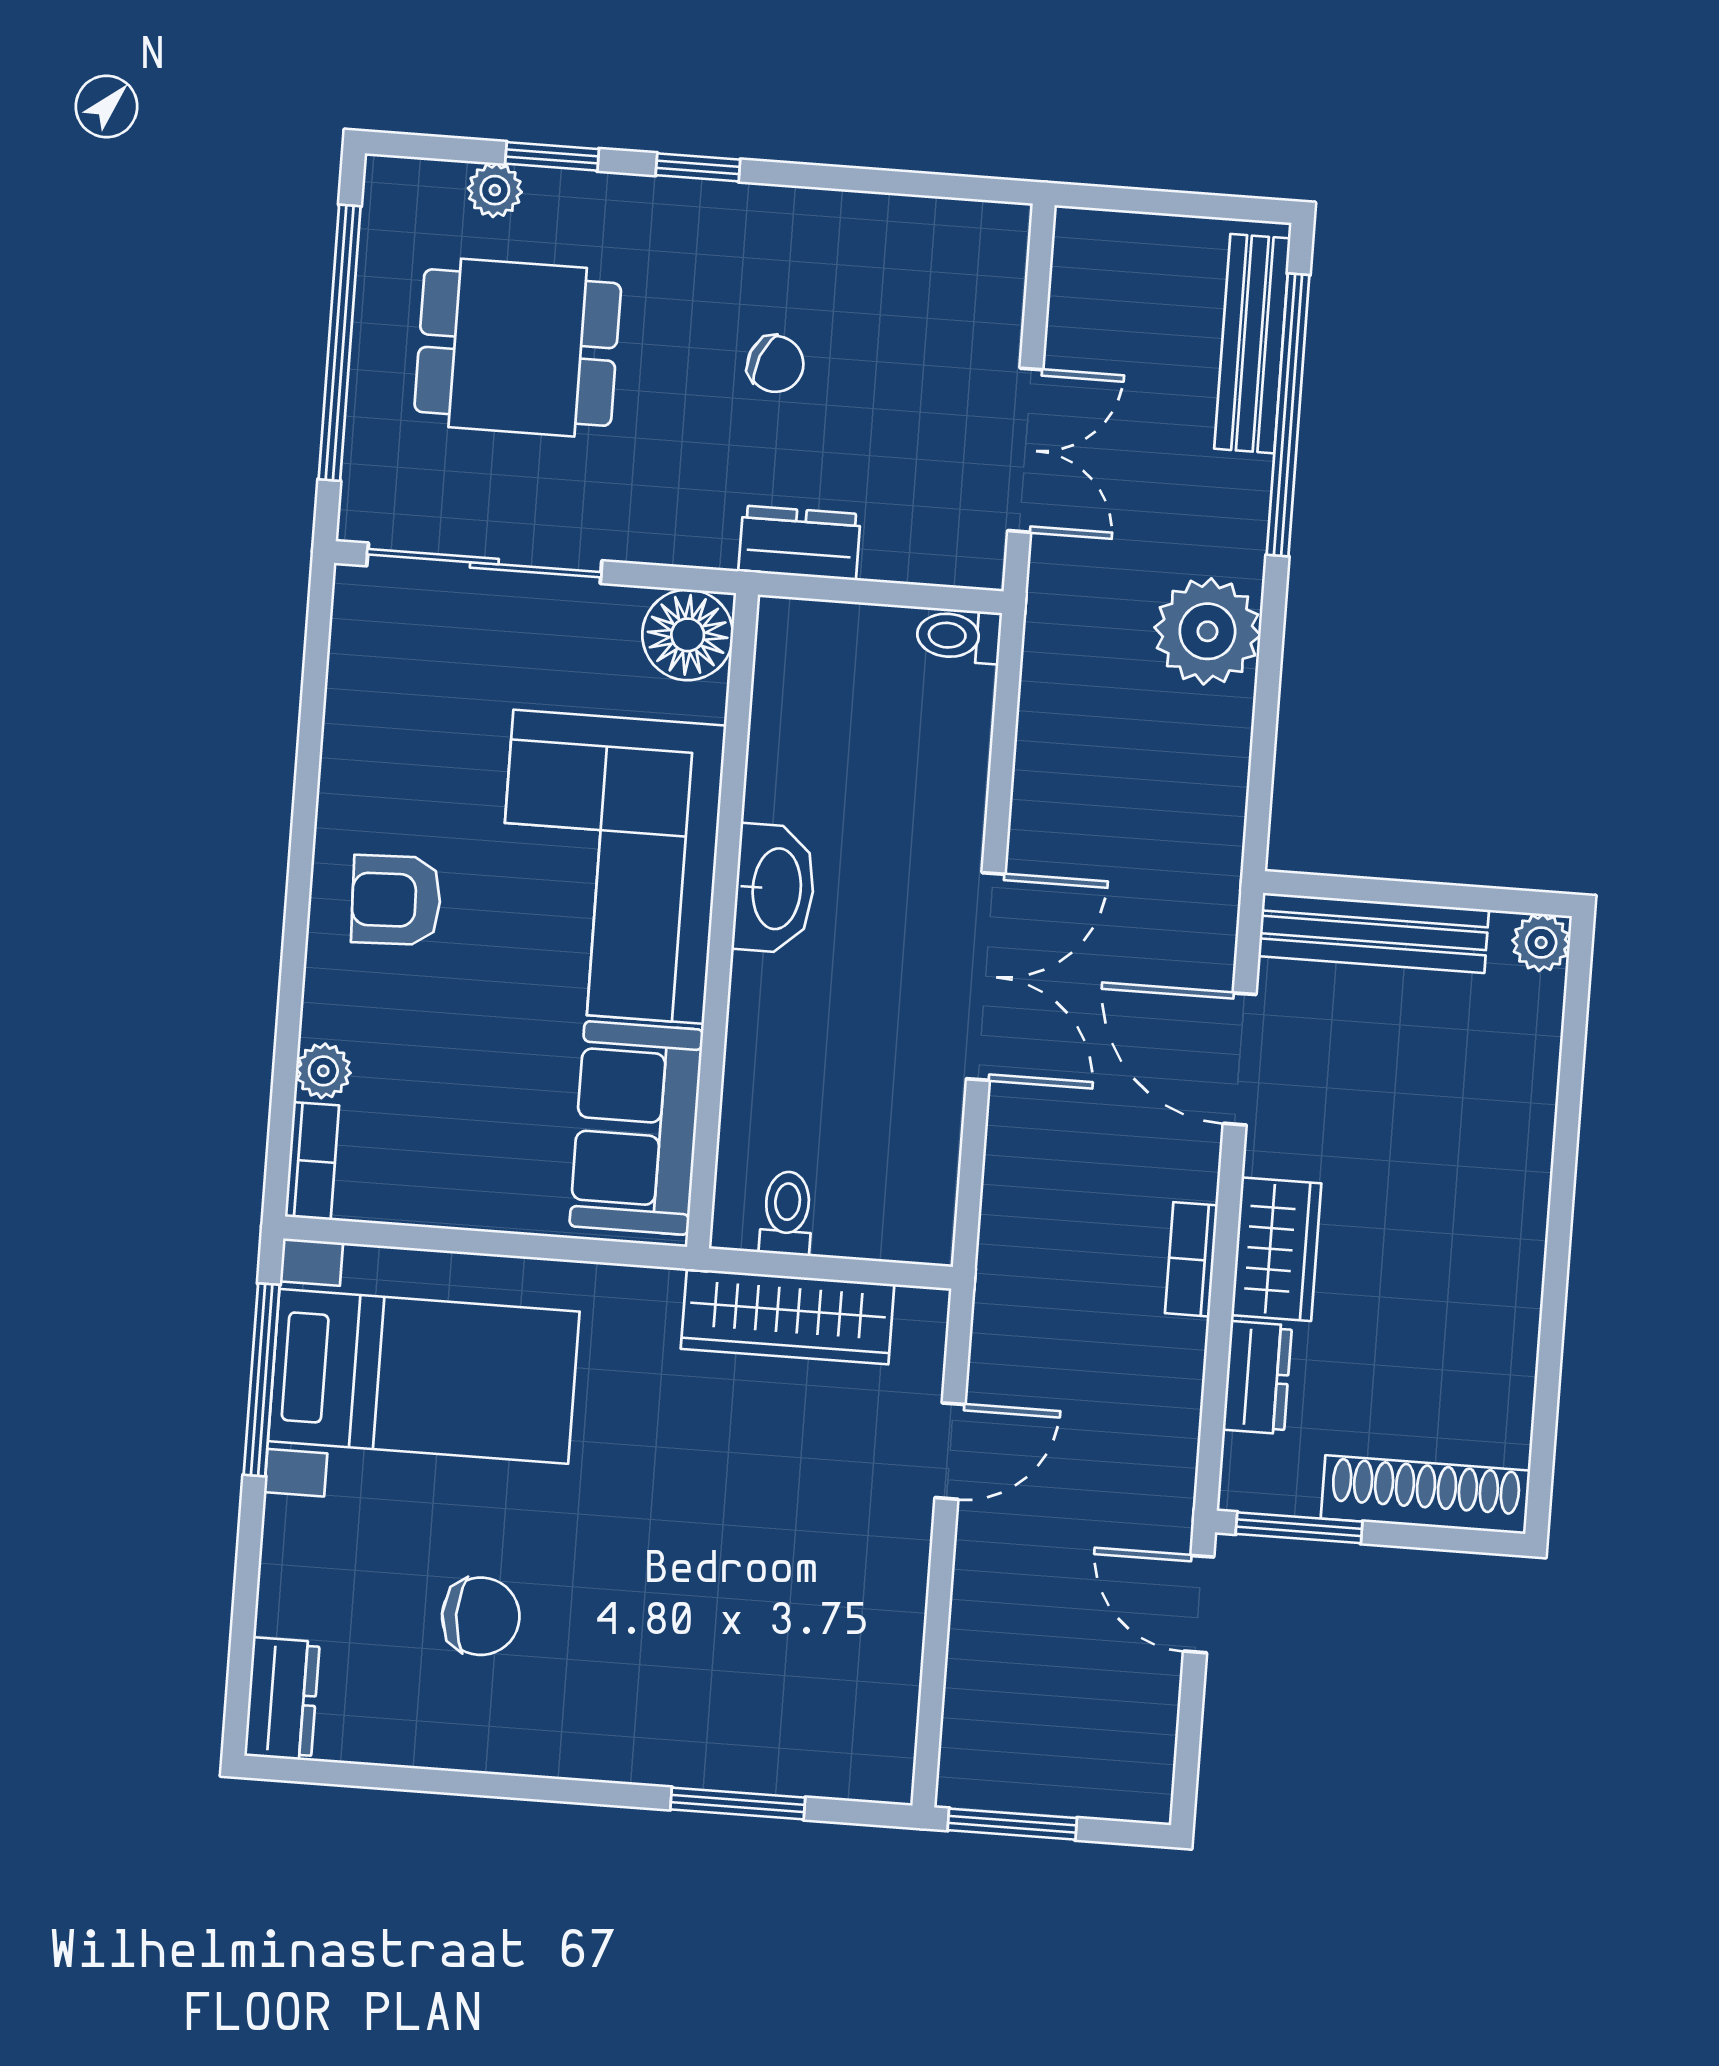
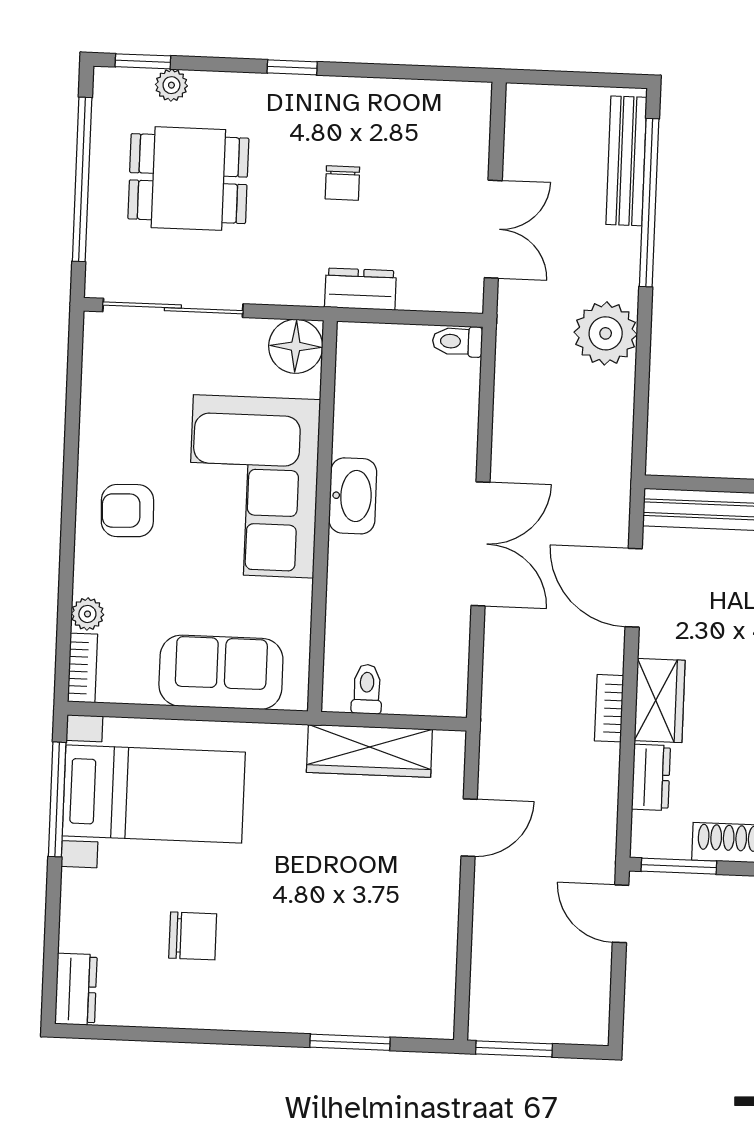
window: (552, 156) -> (143, 61), moved
chair: (775, 364) -> (342, 183), turned 68
sofa: (636, 1128) -> (221, 672), moved, turned 90

